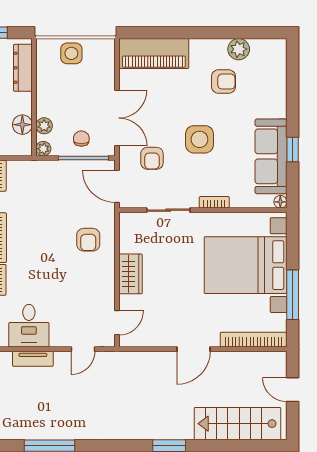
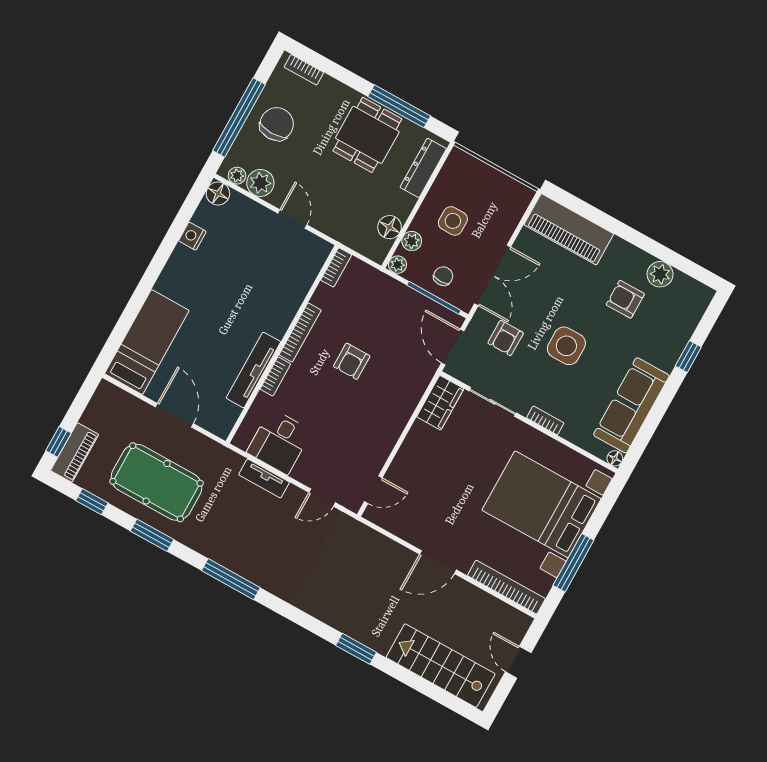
side table: (71, 53) -> (453, 221), moved
armchair: (224, 82) -> (625, 299), turned 180
window: (293, 149) -> (688, 357), moved
armchair: (88, 240) -> (352, 361), moved
wardrobe: (131, 274) -> (440, 403), moved

